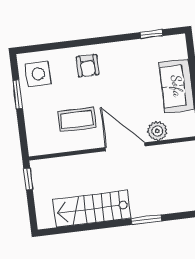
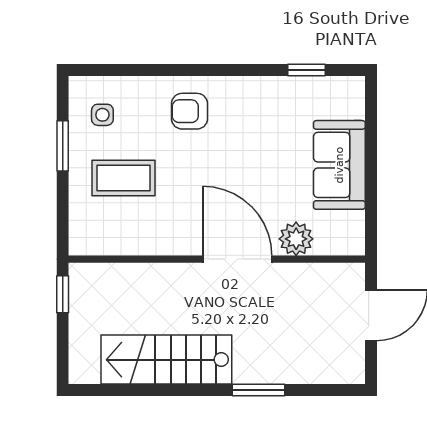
armchair: (88, 66) -> (190, 111), turned 90
side table: (38, 74) -> (102, 115), width x0.54, depth x0.54
coffee table: (77, 119) -> (124, 178), moved

